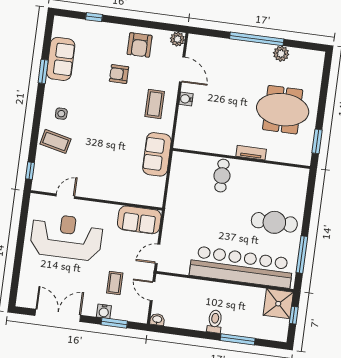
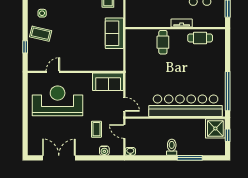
window: (30, 171) -> (25, 47), moved
cafe table: (274, 222) -> (200, 38), moved, width x0.73, depth x0.74
door: (158, 254) -> (124, 104), swing flipped
window: (302, 255) -> (228, 91), width x1.46
water cooler: (104, 311) -> (104, 151), moved
window: (114, 323) -> (100, 158), removed

